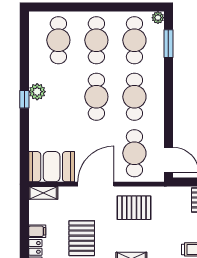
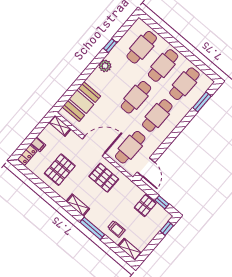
plant: (158, 18) -> (208, 82), removed
window: (24, 99) -> (110, 46), moved
booth: (52, 167) -> (81, 102), moved, turned 90

